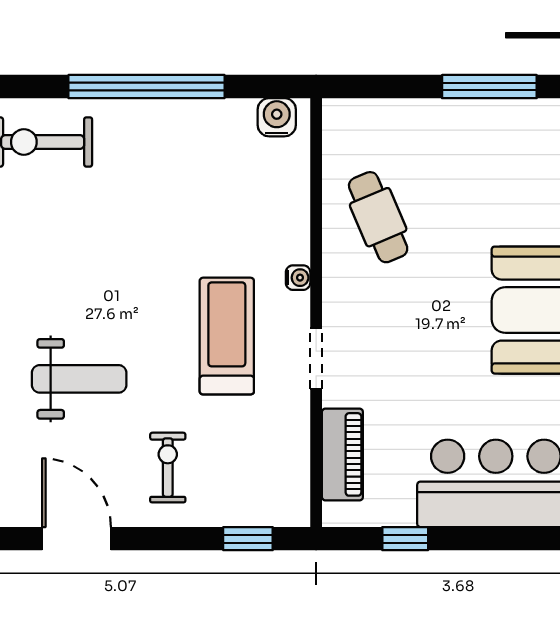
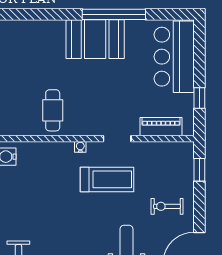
cafe table: (378, 217) -> (53, 110), turned -67
treadmill: (227, 336) -> (107, 179), turned 180

